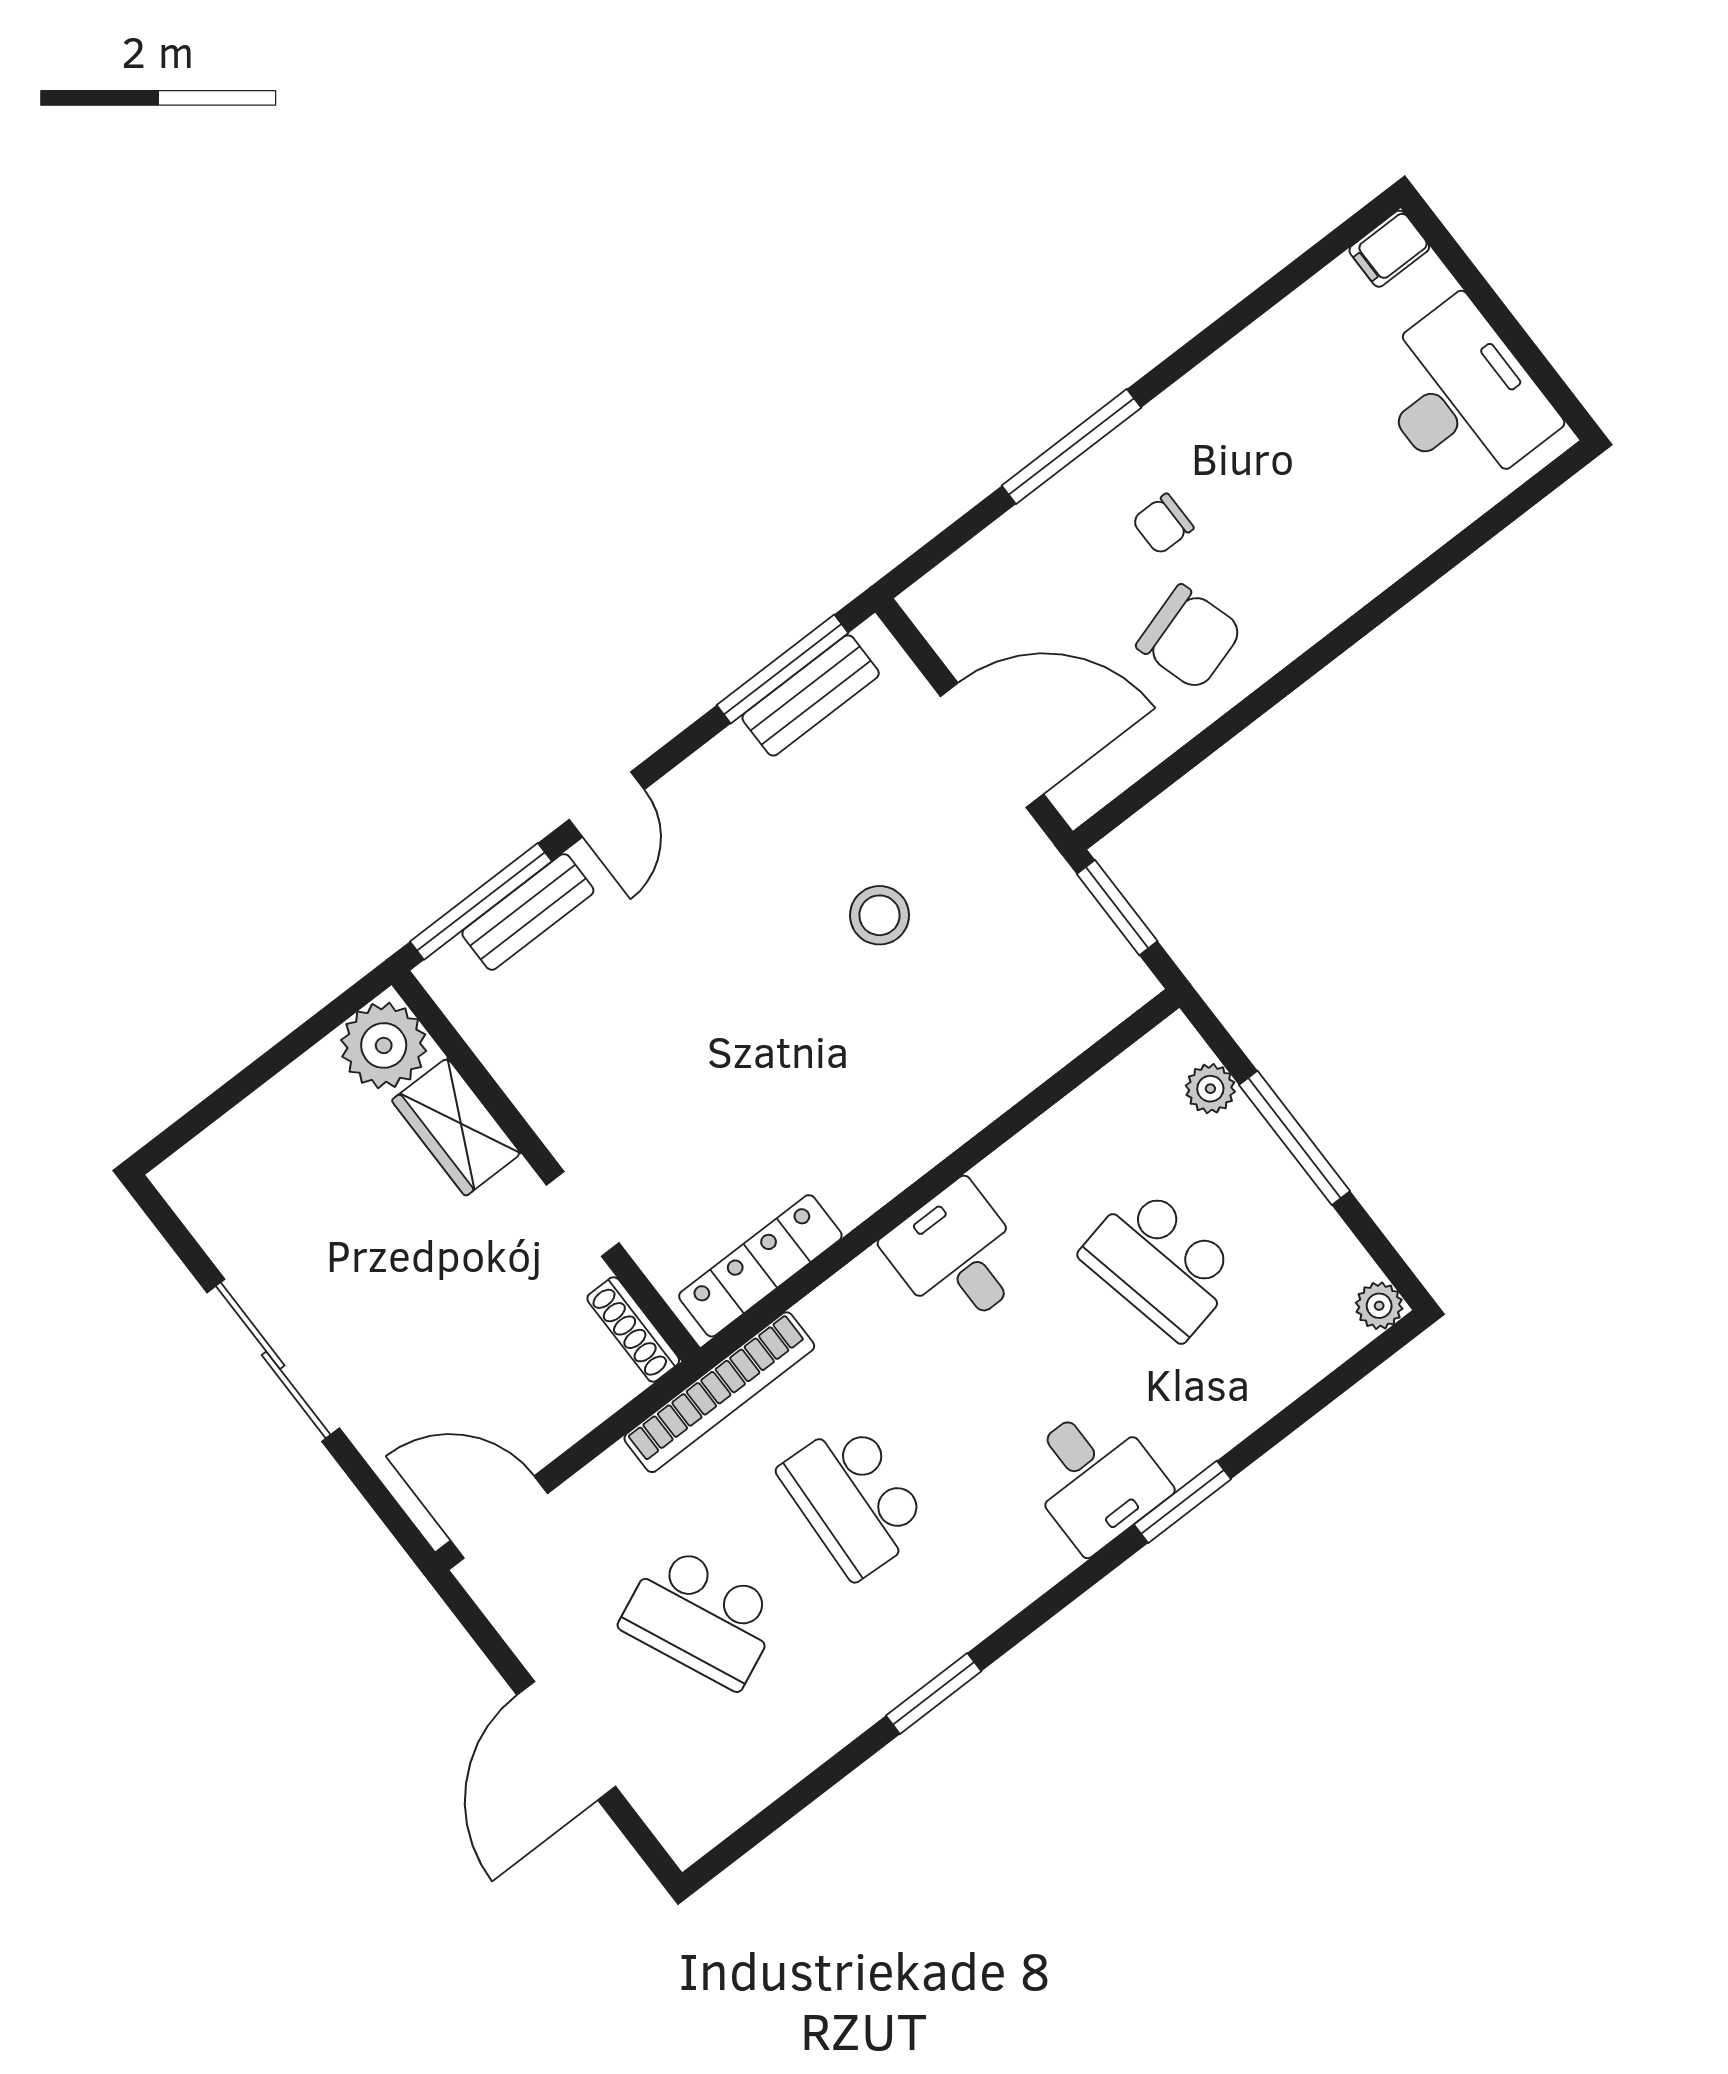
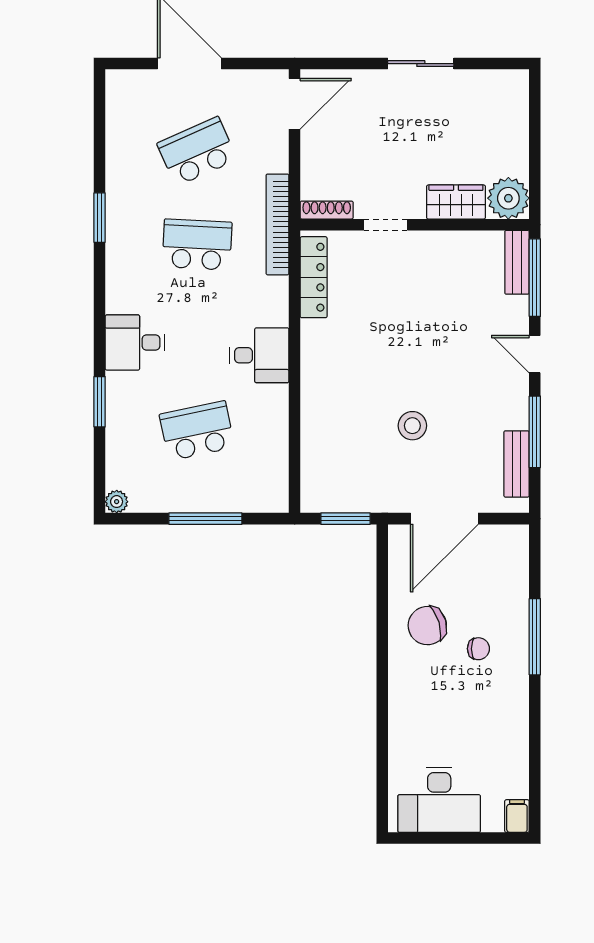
chair: (1163, 524) -> (478, 649), turned 90
window: (783, 669) -> (535, 432), moved
bench: (528, 912) -> (517, 262), moved
plant: (1210, 1089) -> (249, 501), removed
sliding door: (273, 1360) -> (421, 64), width x0.73
window: (1182, 1502) -> (100, 402), moved

